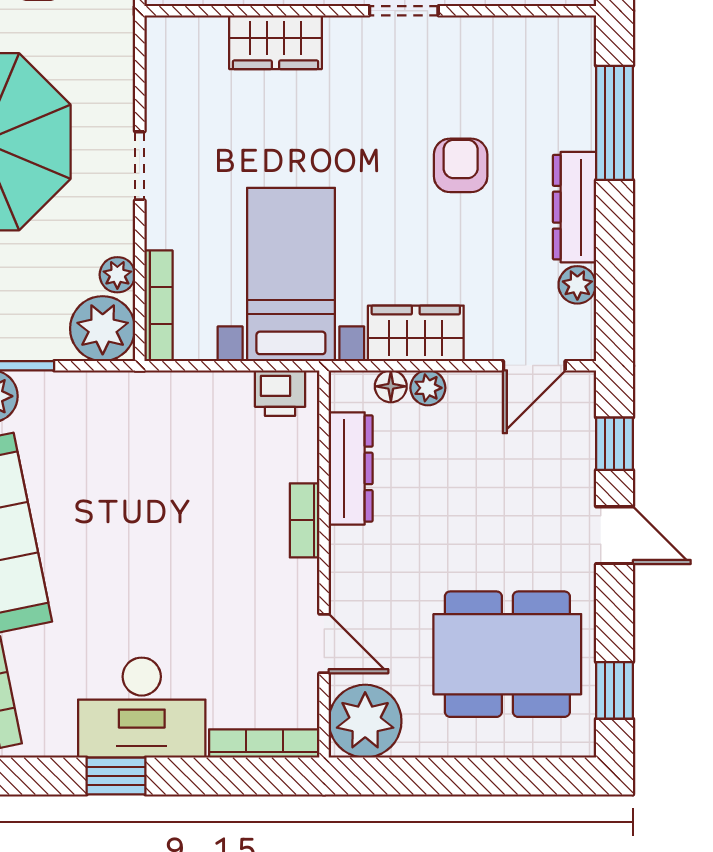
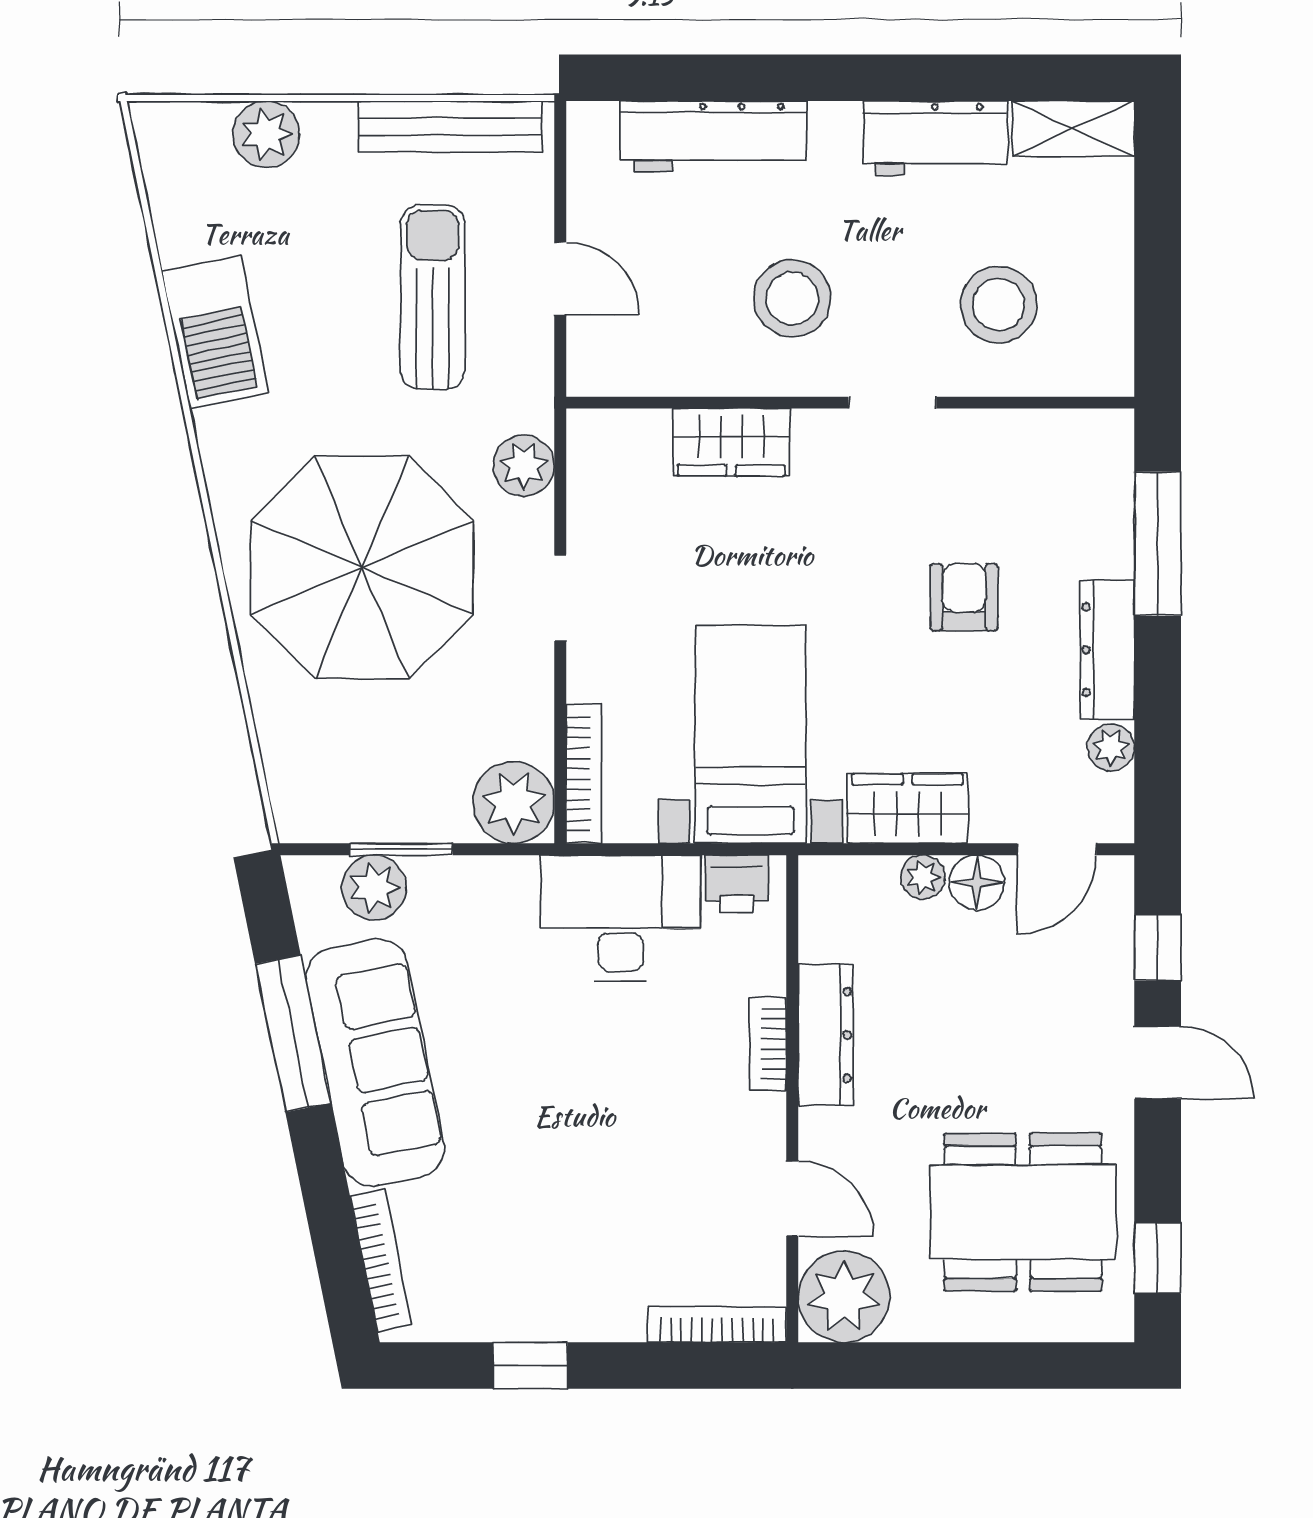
plant: (117, 275) -> (524, 466), moved, width x1.38, depth x1.38
floor lamp: (391, 386) -> (977, 883), moved, width x1.37, depth x1.37
dresser: (351, 468) -> (826, 1035), moved
desk: (142, 708) -> (620, 918), moved, turned 180

